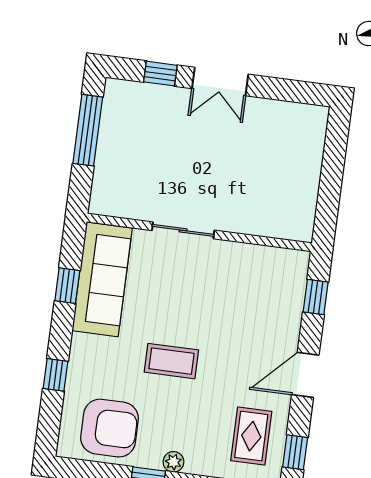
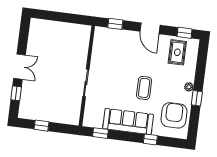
window: (88, 130) -> (41, 126), width x0.46
sofa: (102, 279) -> (128, 121), moved
window: (67, 286) -> (100, 133), moved
rug: (251, 436) -> (177, 52), turned 90

